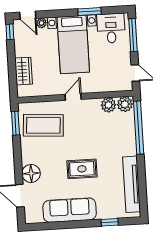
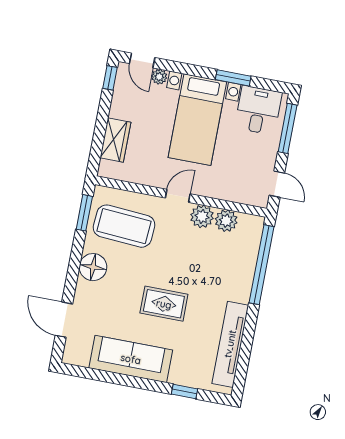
plant: (125, 104) -> (202, 216), moved
floor lamp: (31, 173) -> (93, 267), moved

